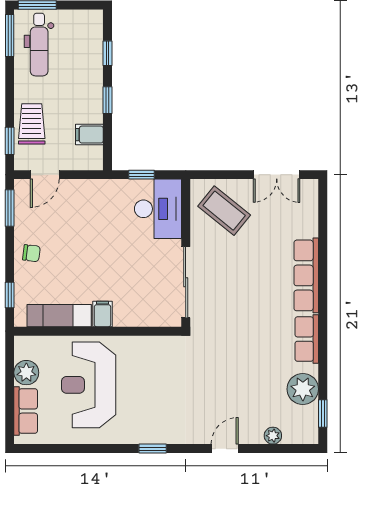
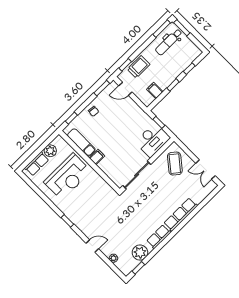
reception desk: (89, 385) -> (67, 177), turned 180

